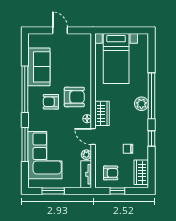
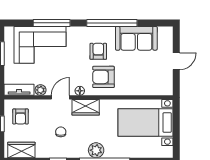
armchair: (74, 97) -> (104, 77), turned 90
chair: (128, 149) -> (61, 132), moved

